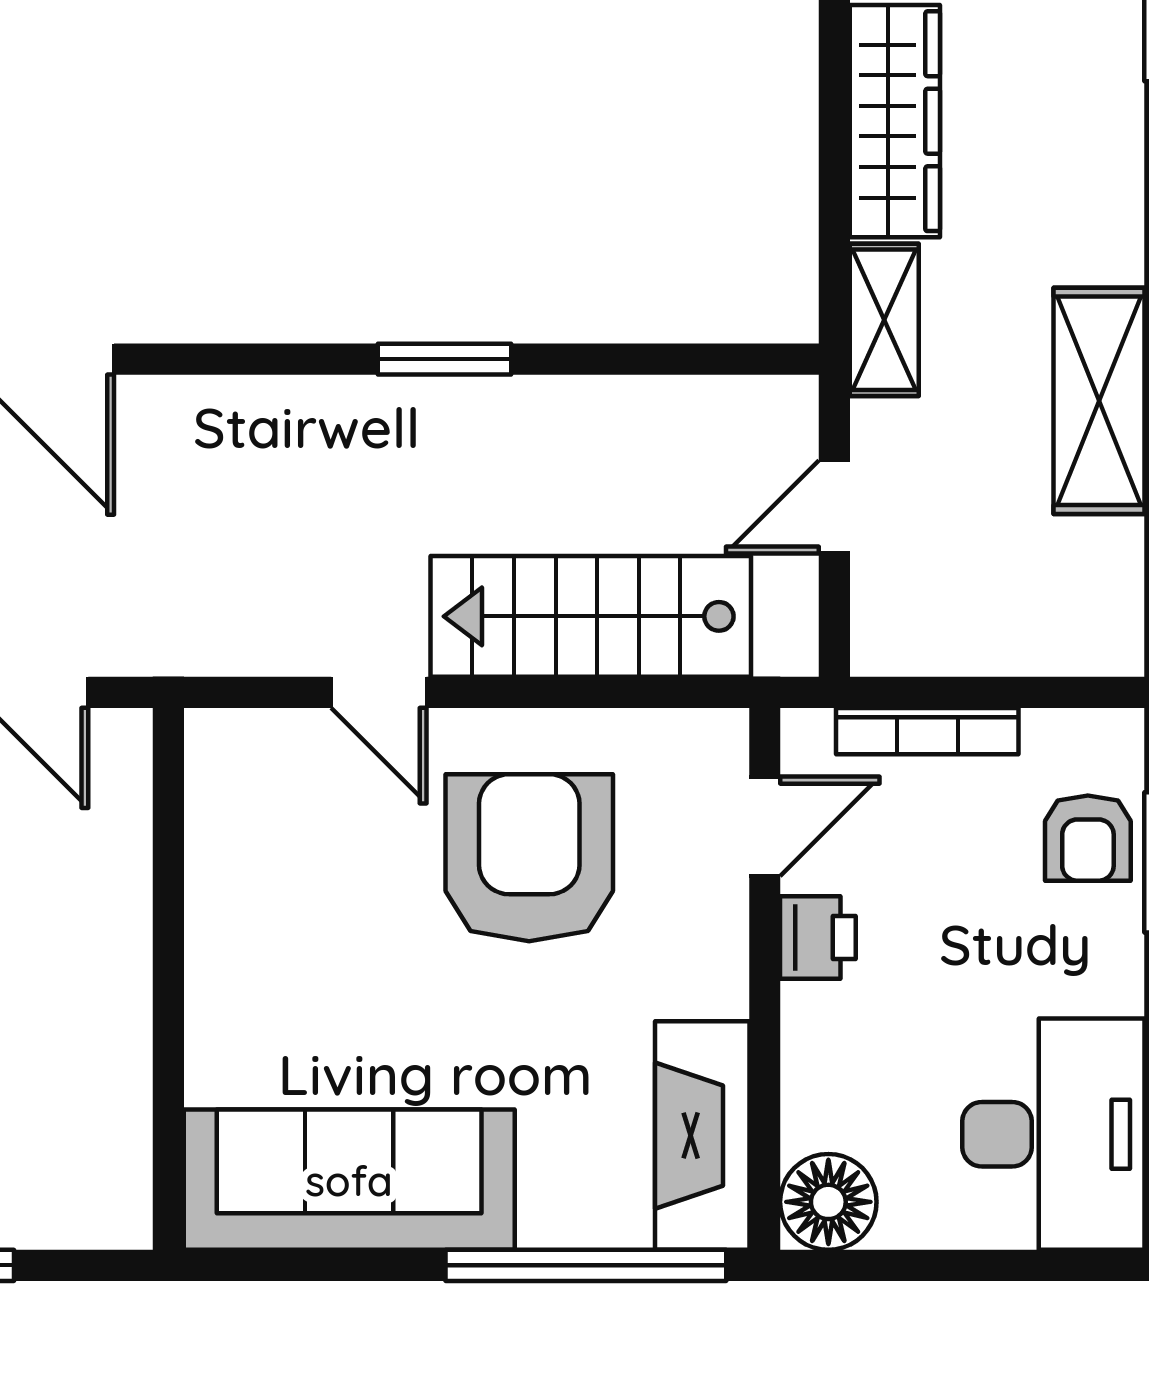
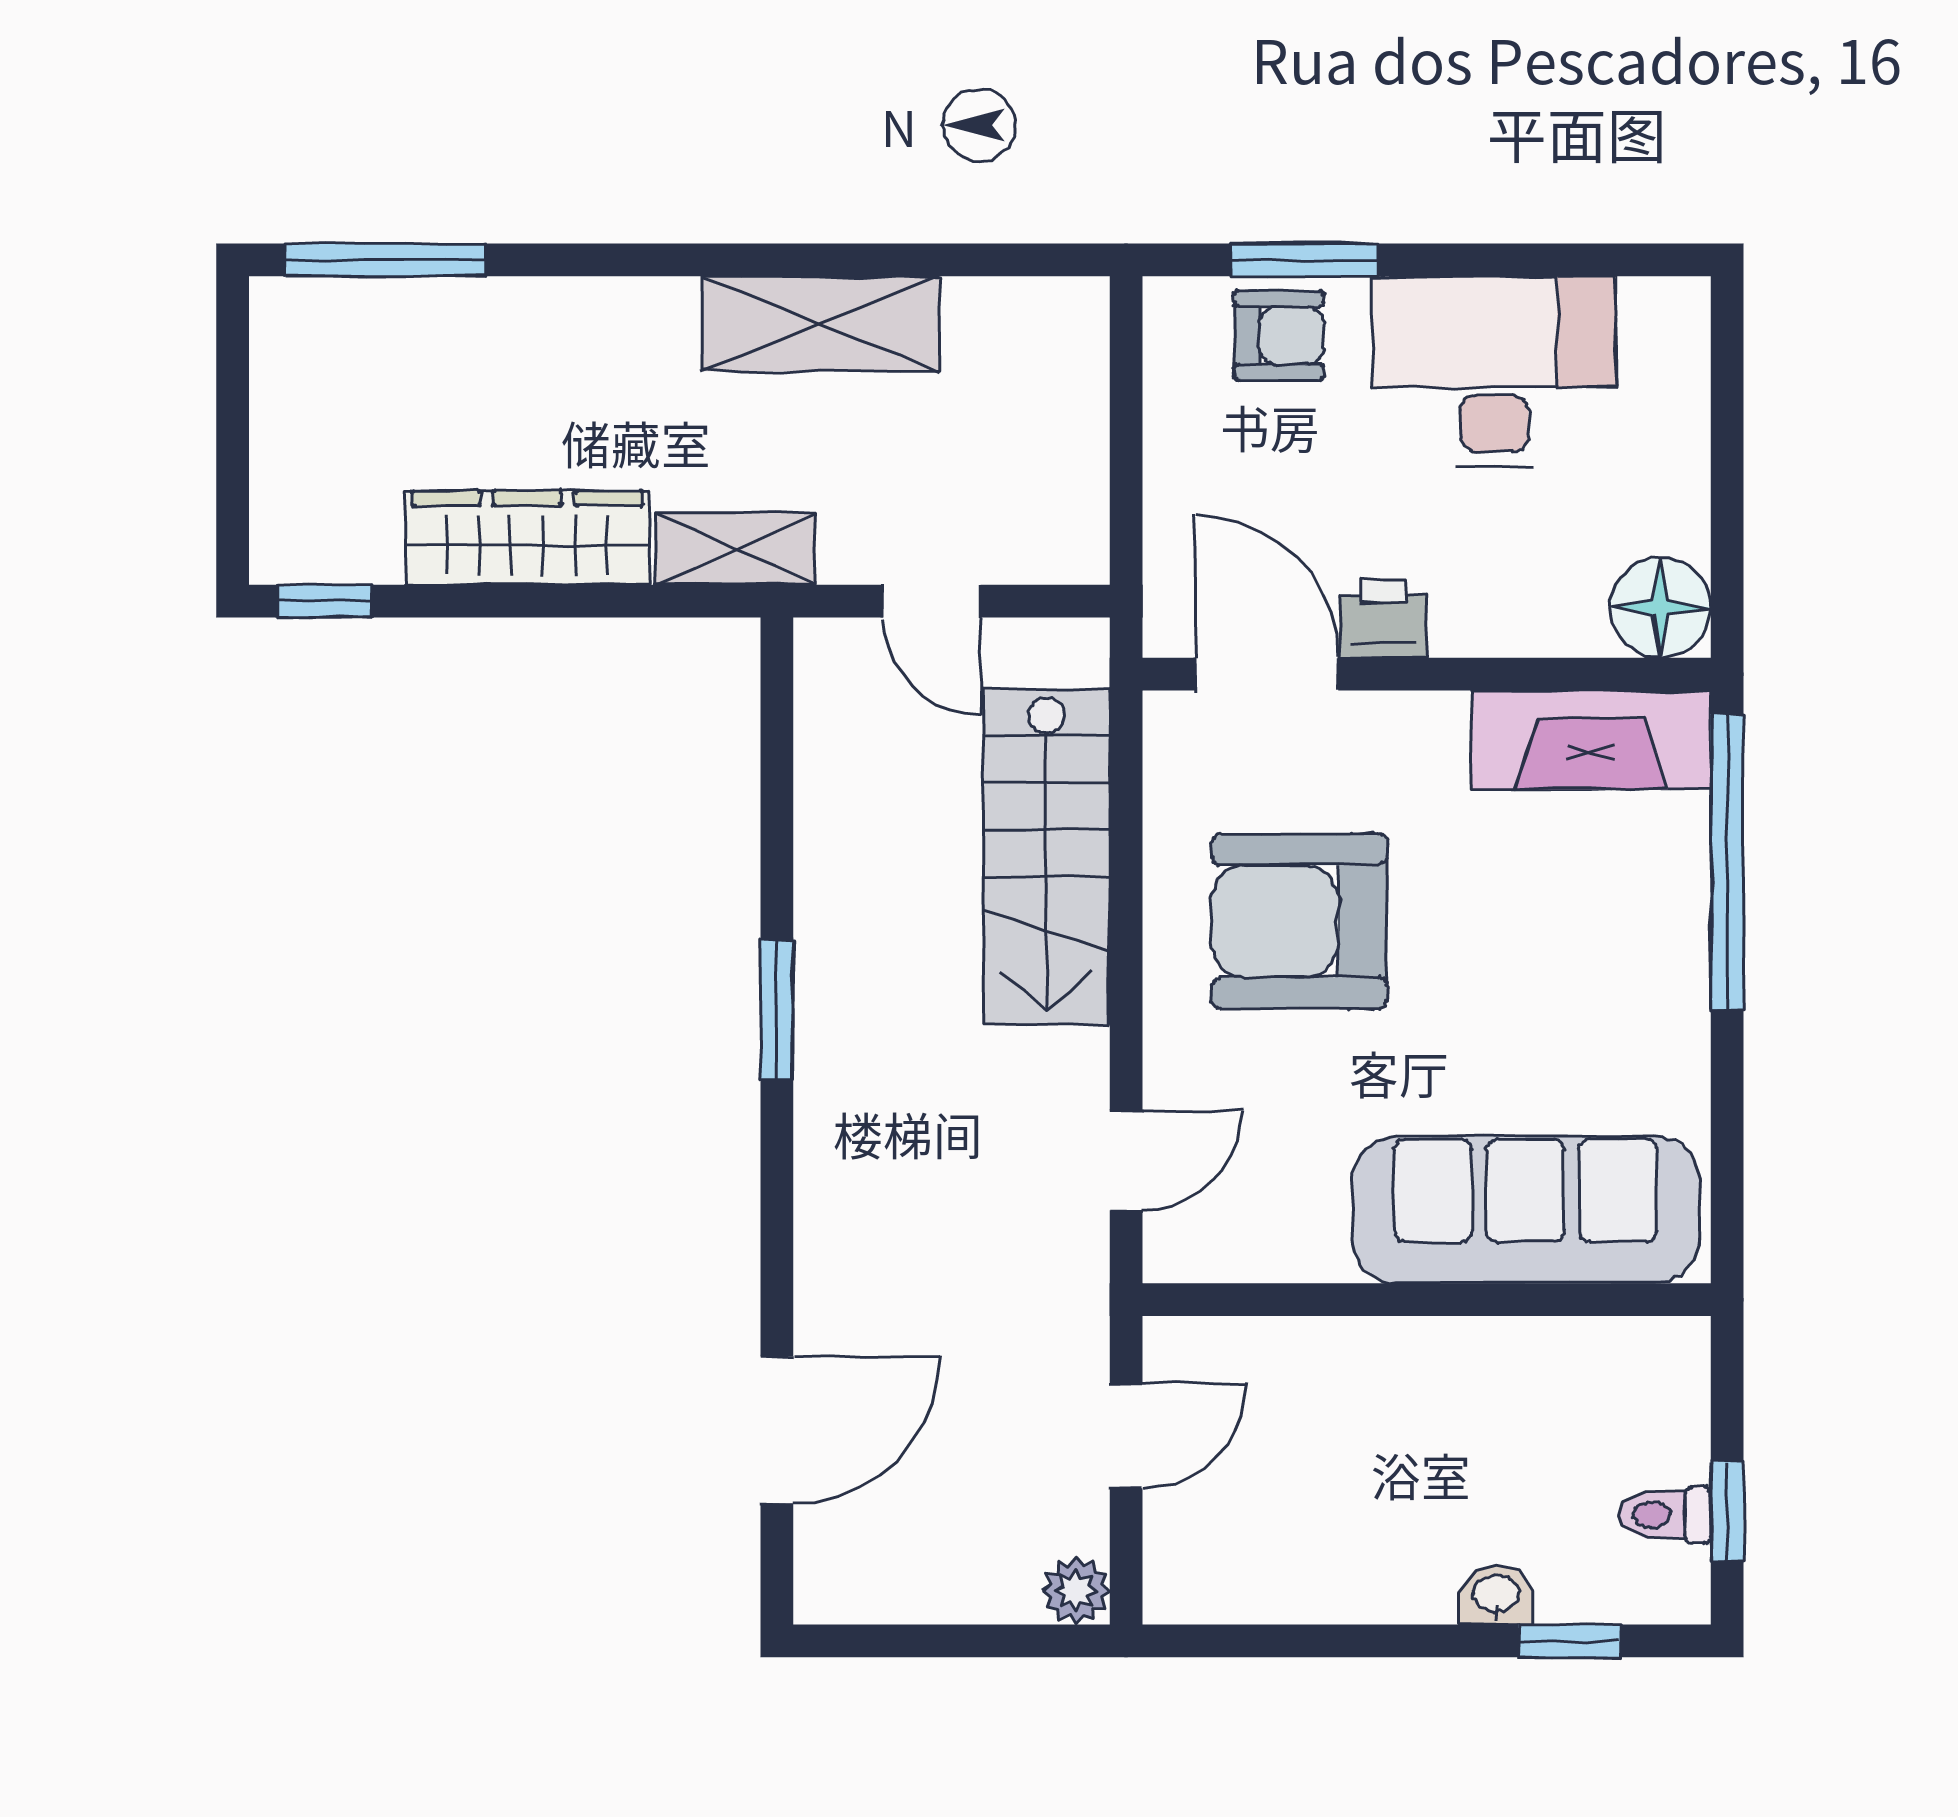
door: (379, 692) -> (1126, 1160), moved
bookcase: (927, 731) -> (1167, 504), removed
door: (765, 826) -> (1267, 674), width x1.38
desk: (1053, 1134) -> (1494, 372), moved
sofa: (349, 1180) -> (1526, 1210), moved, turned 90

